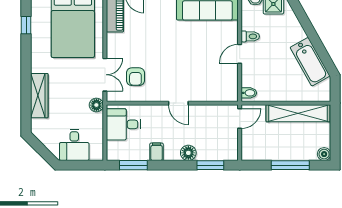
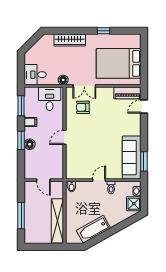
window: (26, 25) -> (104, 31), moved
door: (240, 54) -> (99, 180), hinge flipped
door: (240, 119) -> (43, 180), moved
desk: (74, 145) -> (35, 75), moved
boiler: (324, 154) -> (29, 239), removed
window: (210, 165) -> (21, 140), moved

